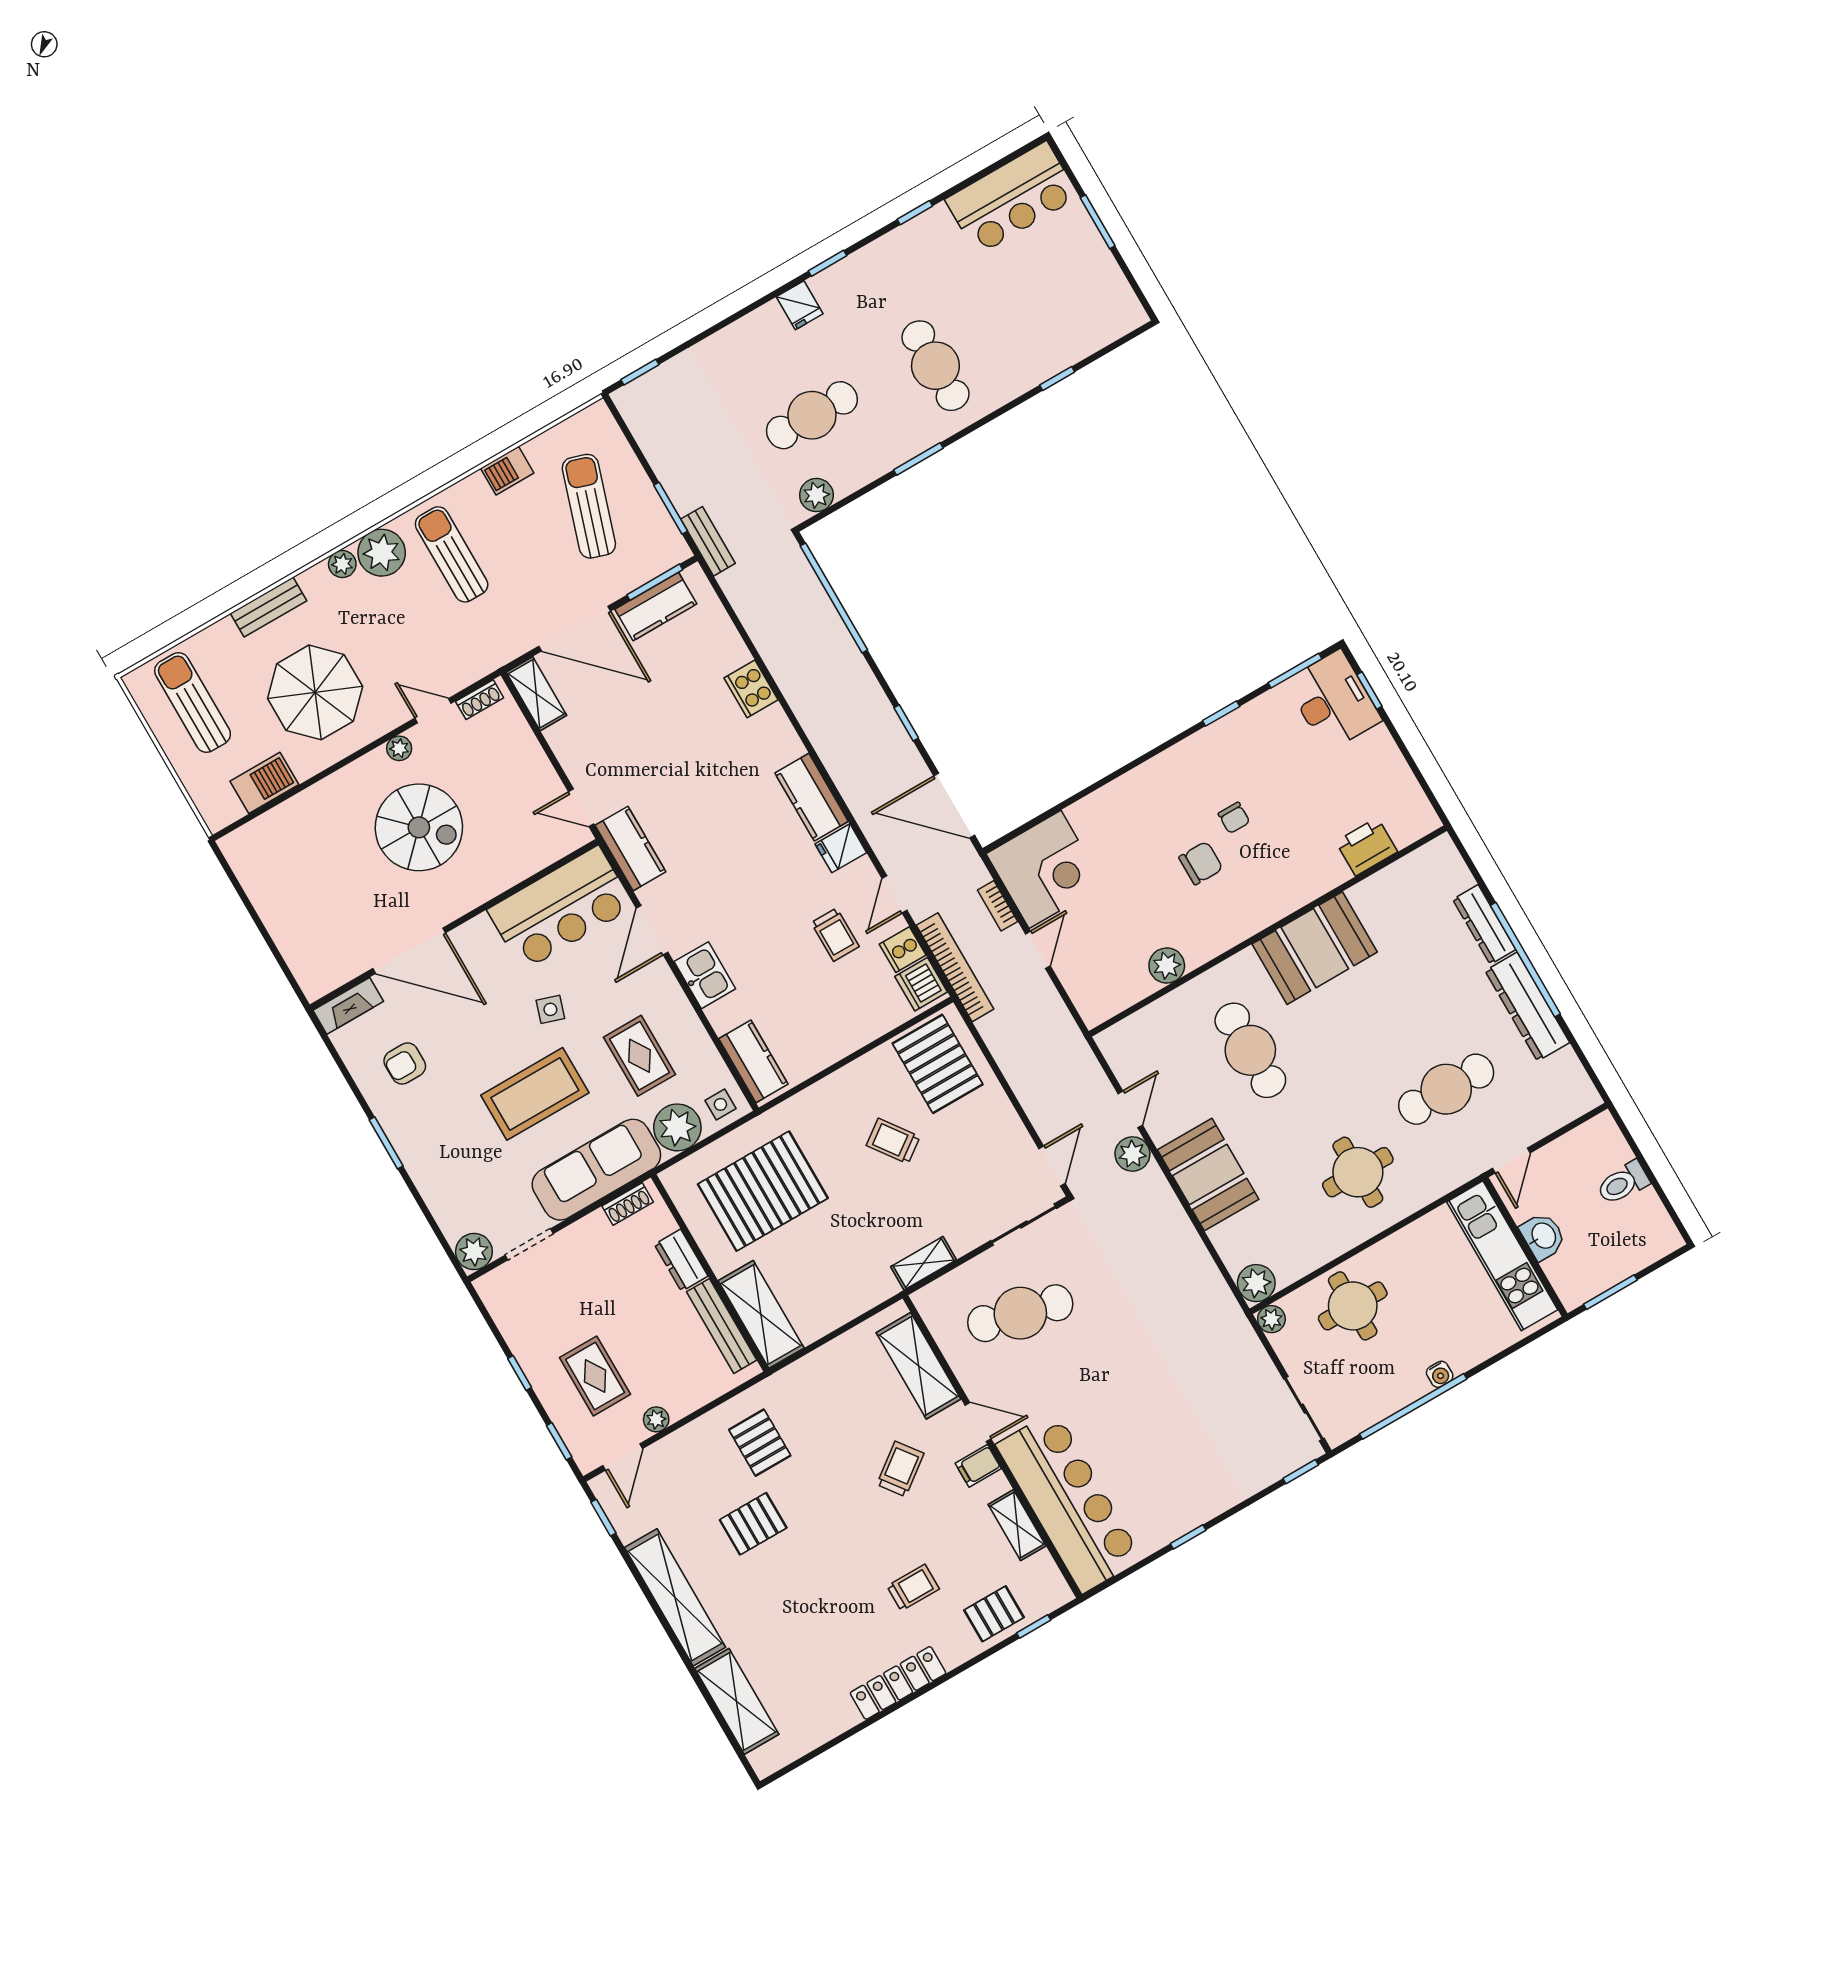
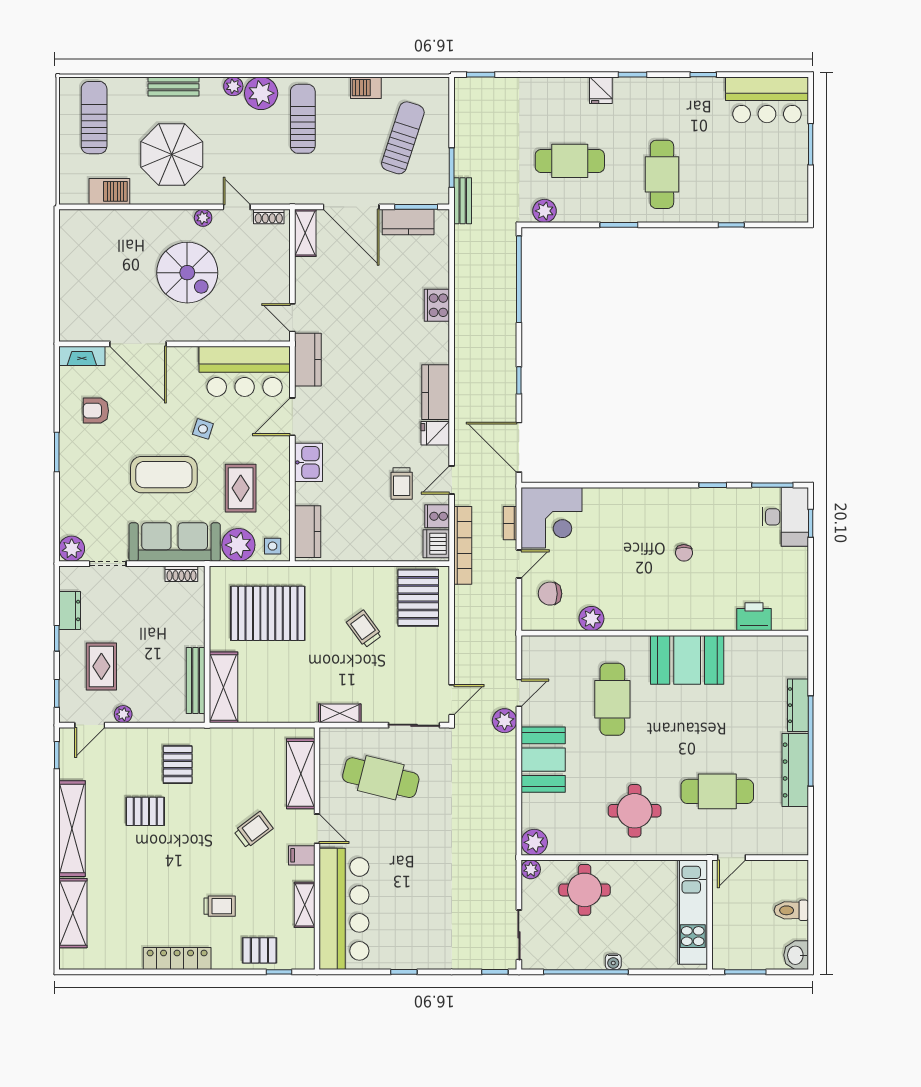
chair: (1201, 863) -> (550, 594), moved, turned 180
washbasin: (1543, 1236) -> (796, 955), moved, turned 180
dresser: (681, 1260) -> (70, 611), moved, turned 180

